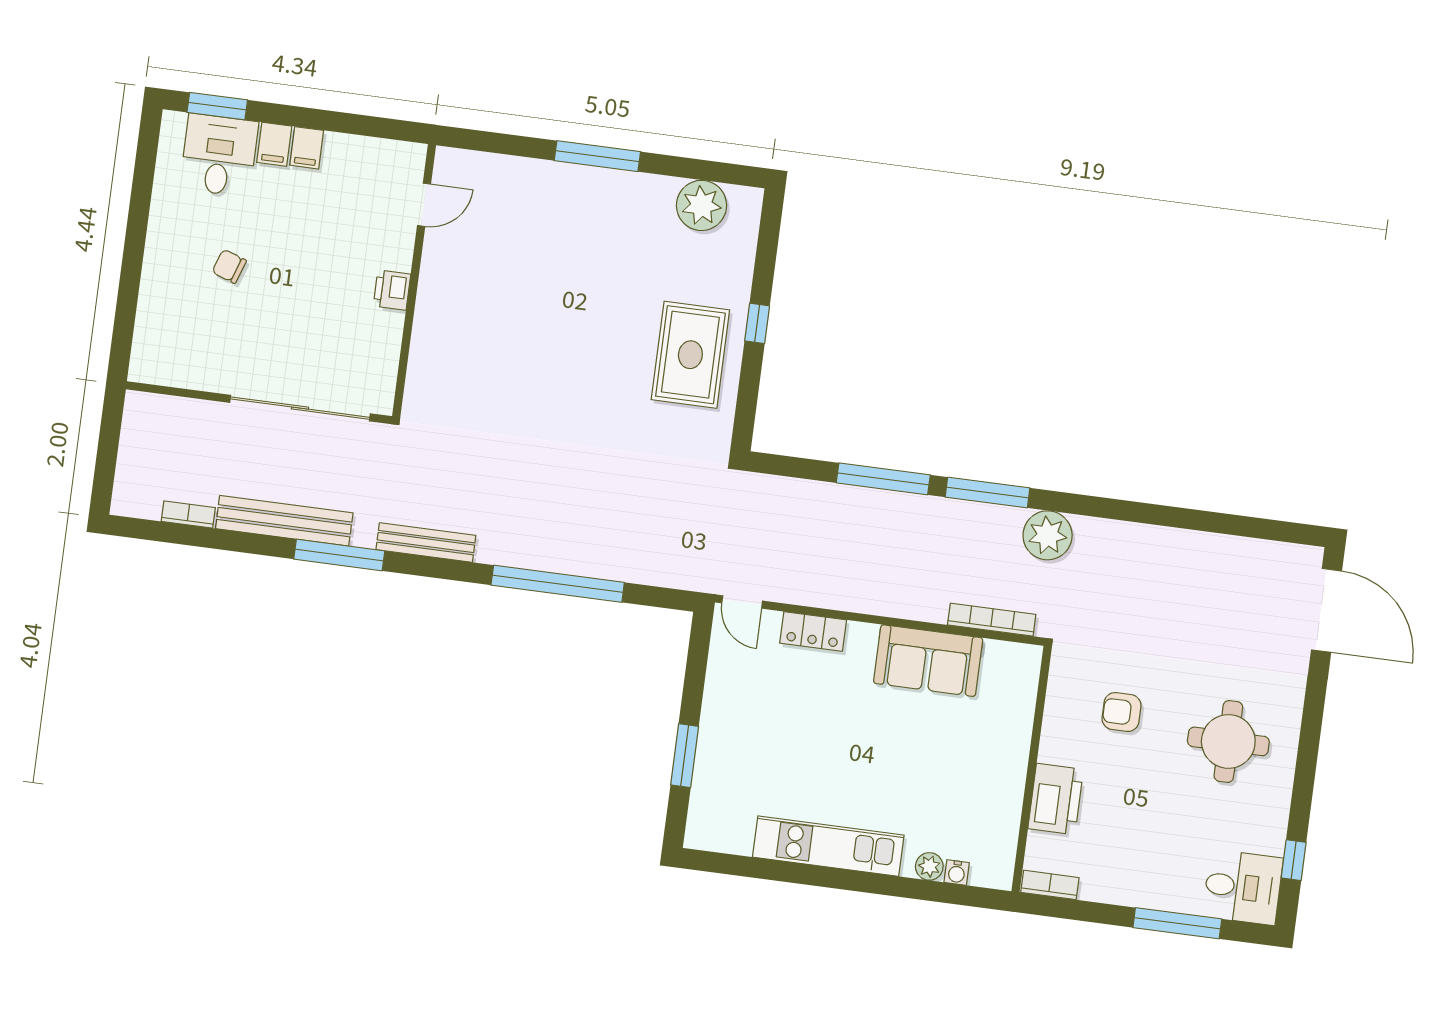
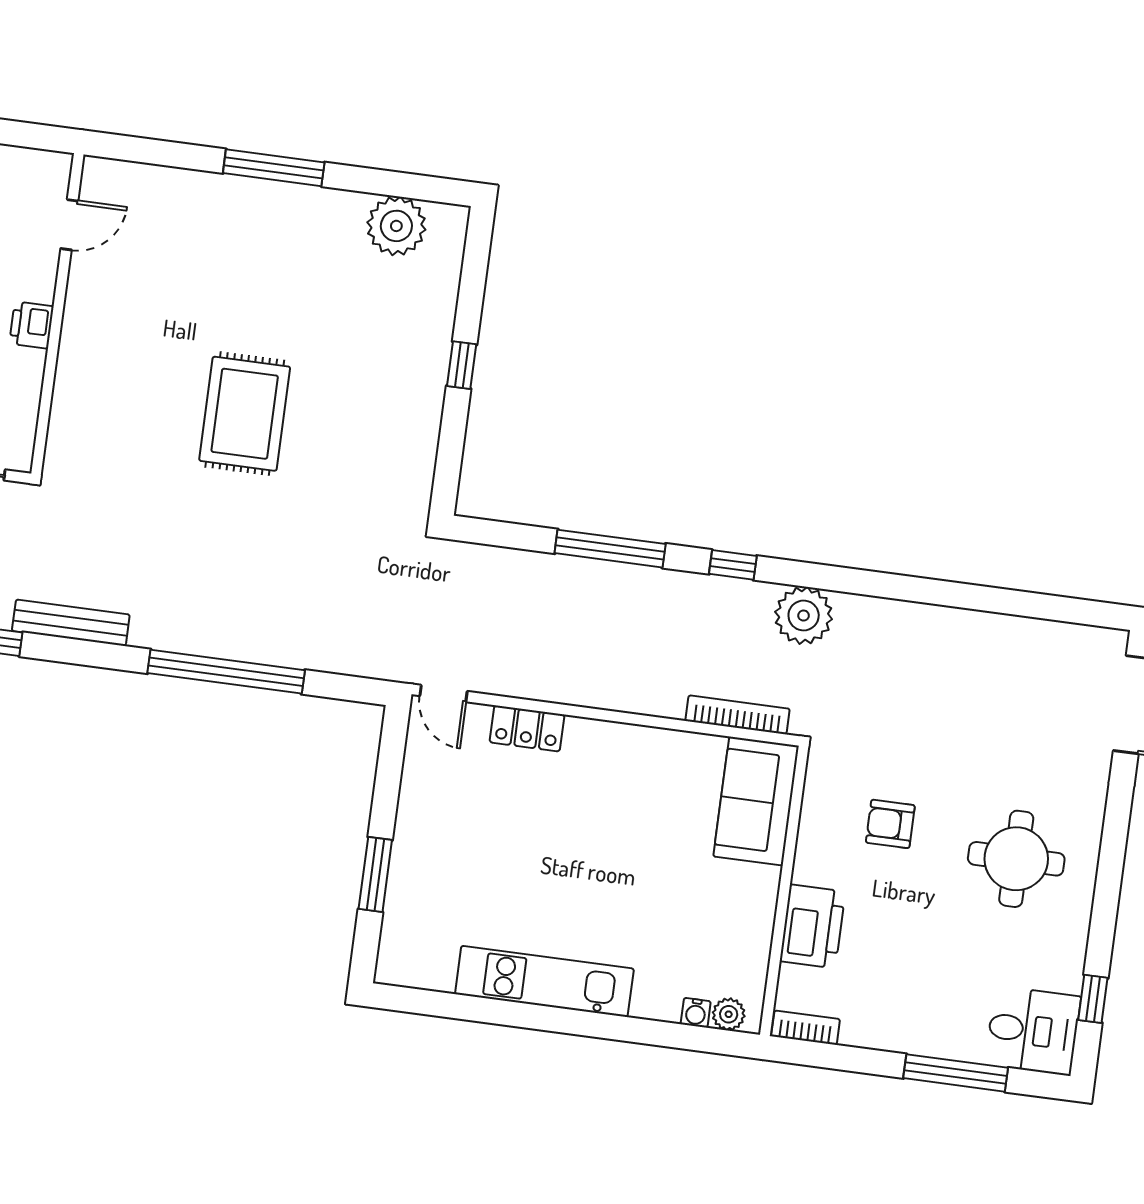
rug: (690, 355) -> (245, 414), moved
window: (987, 493) -> (733, 565), width x0.46
sofa: (928, 661) -> (756, 801), moved, turned 90
plant: (929, 866) -> (729, 1014), moved

